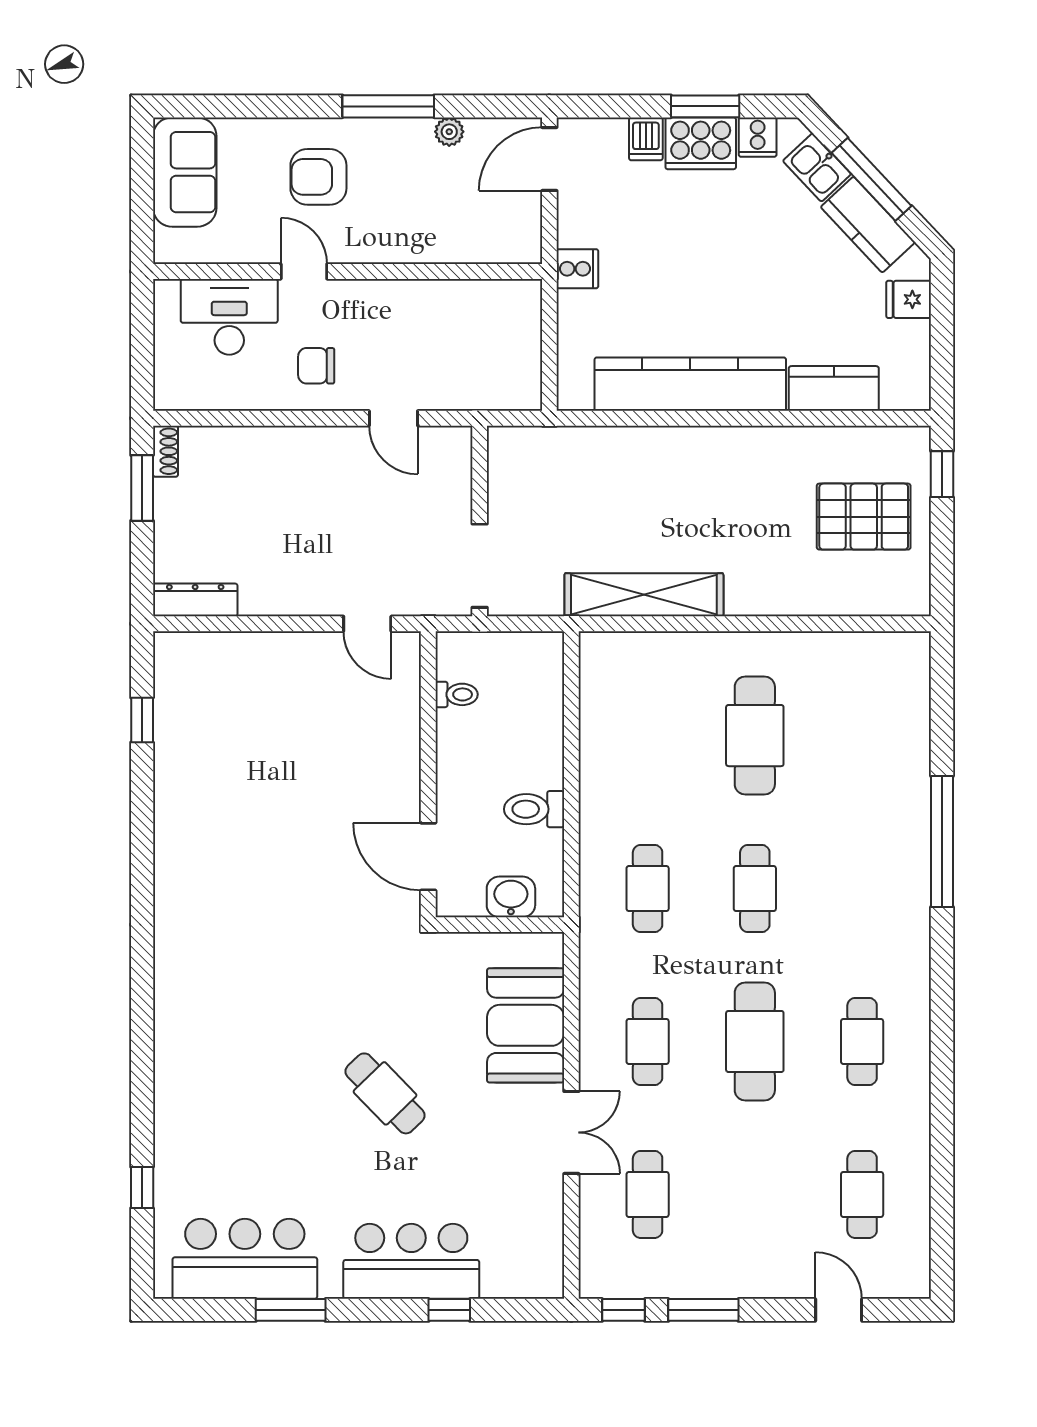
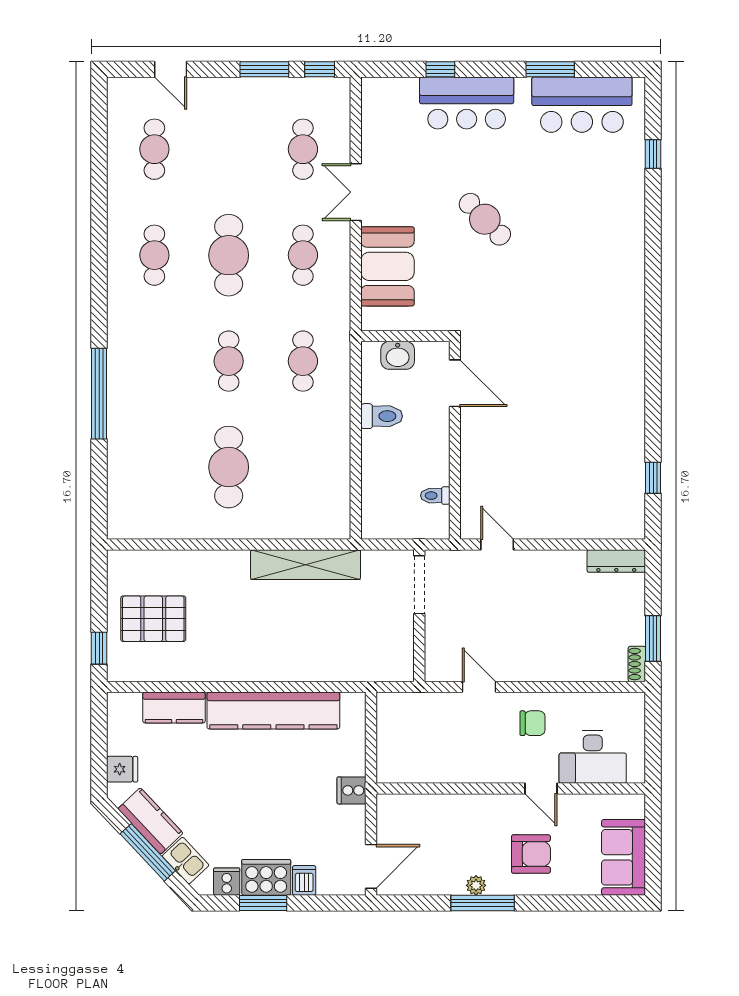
plant: (449, 132) -> (476, 885), moved

